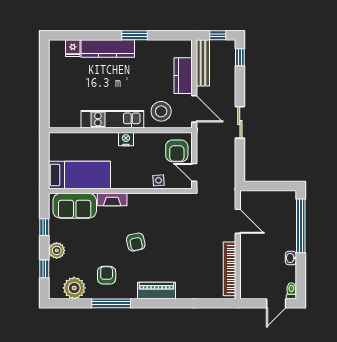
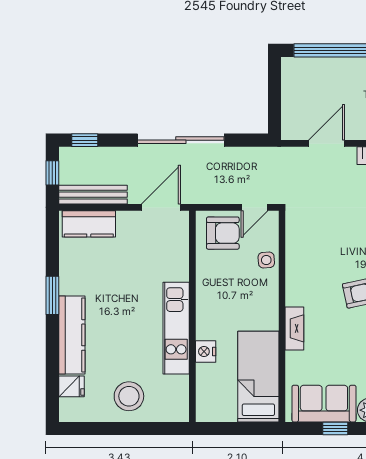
kitchen counter: (183, 76) -> (89, 224), moved
stool: (161, 111) -> (129, 396), moved
sliding door: (240, 122) -> (181, 140), width x1.86
nightstand: (126, 139) -> (206, 352), moved
sofa: (75, 206) -> (324, 404), moved, turned -90

